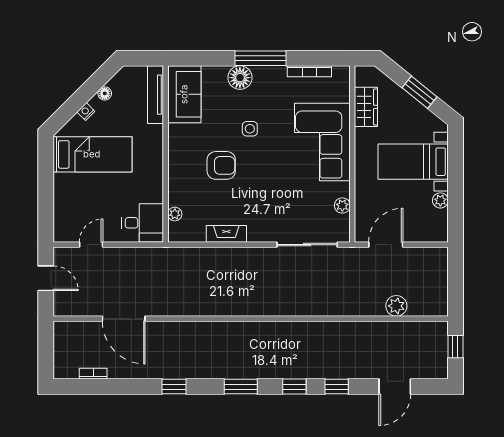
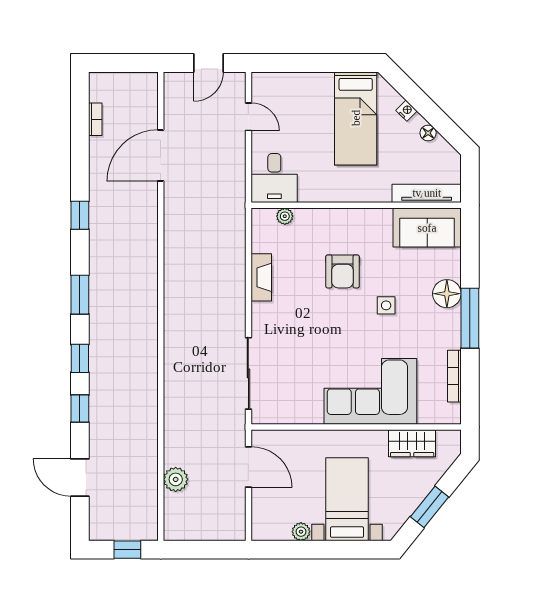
plant: (342, 205) -> (295, 415), removed

